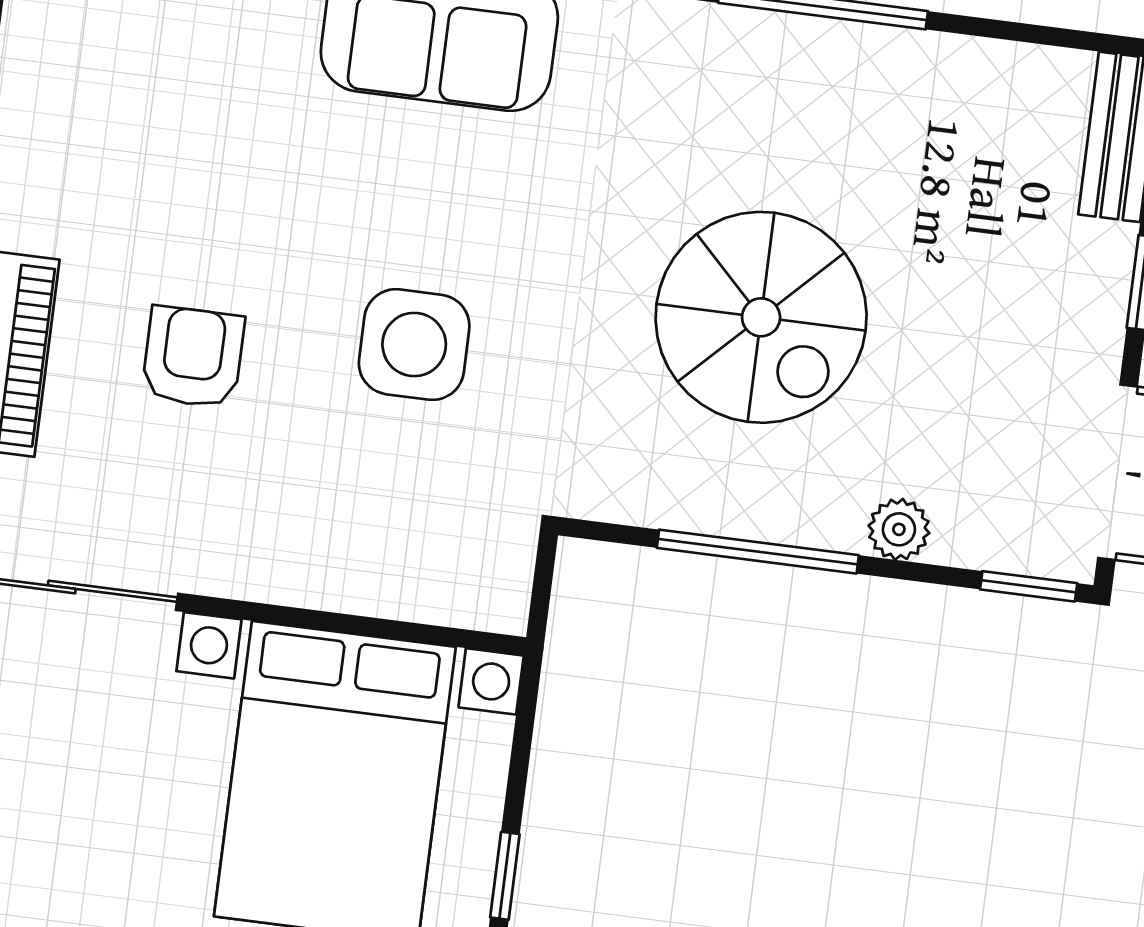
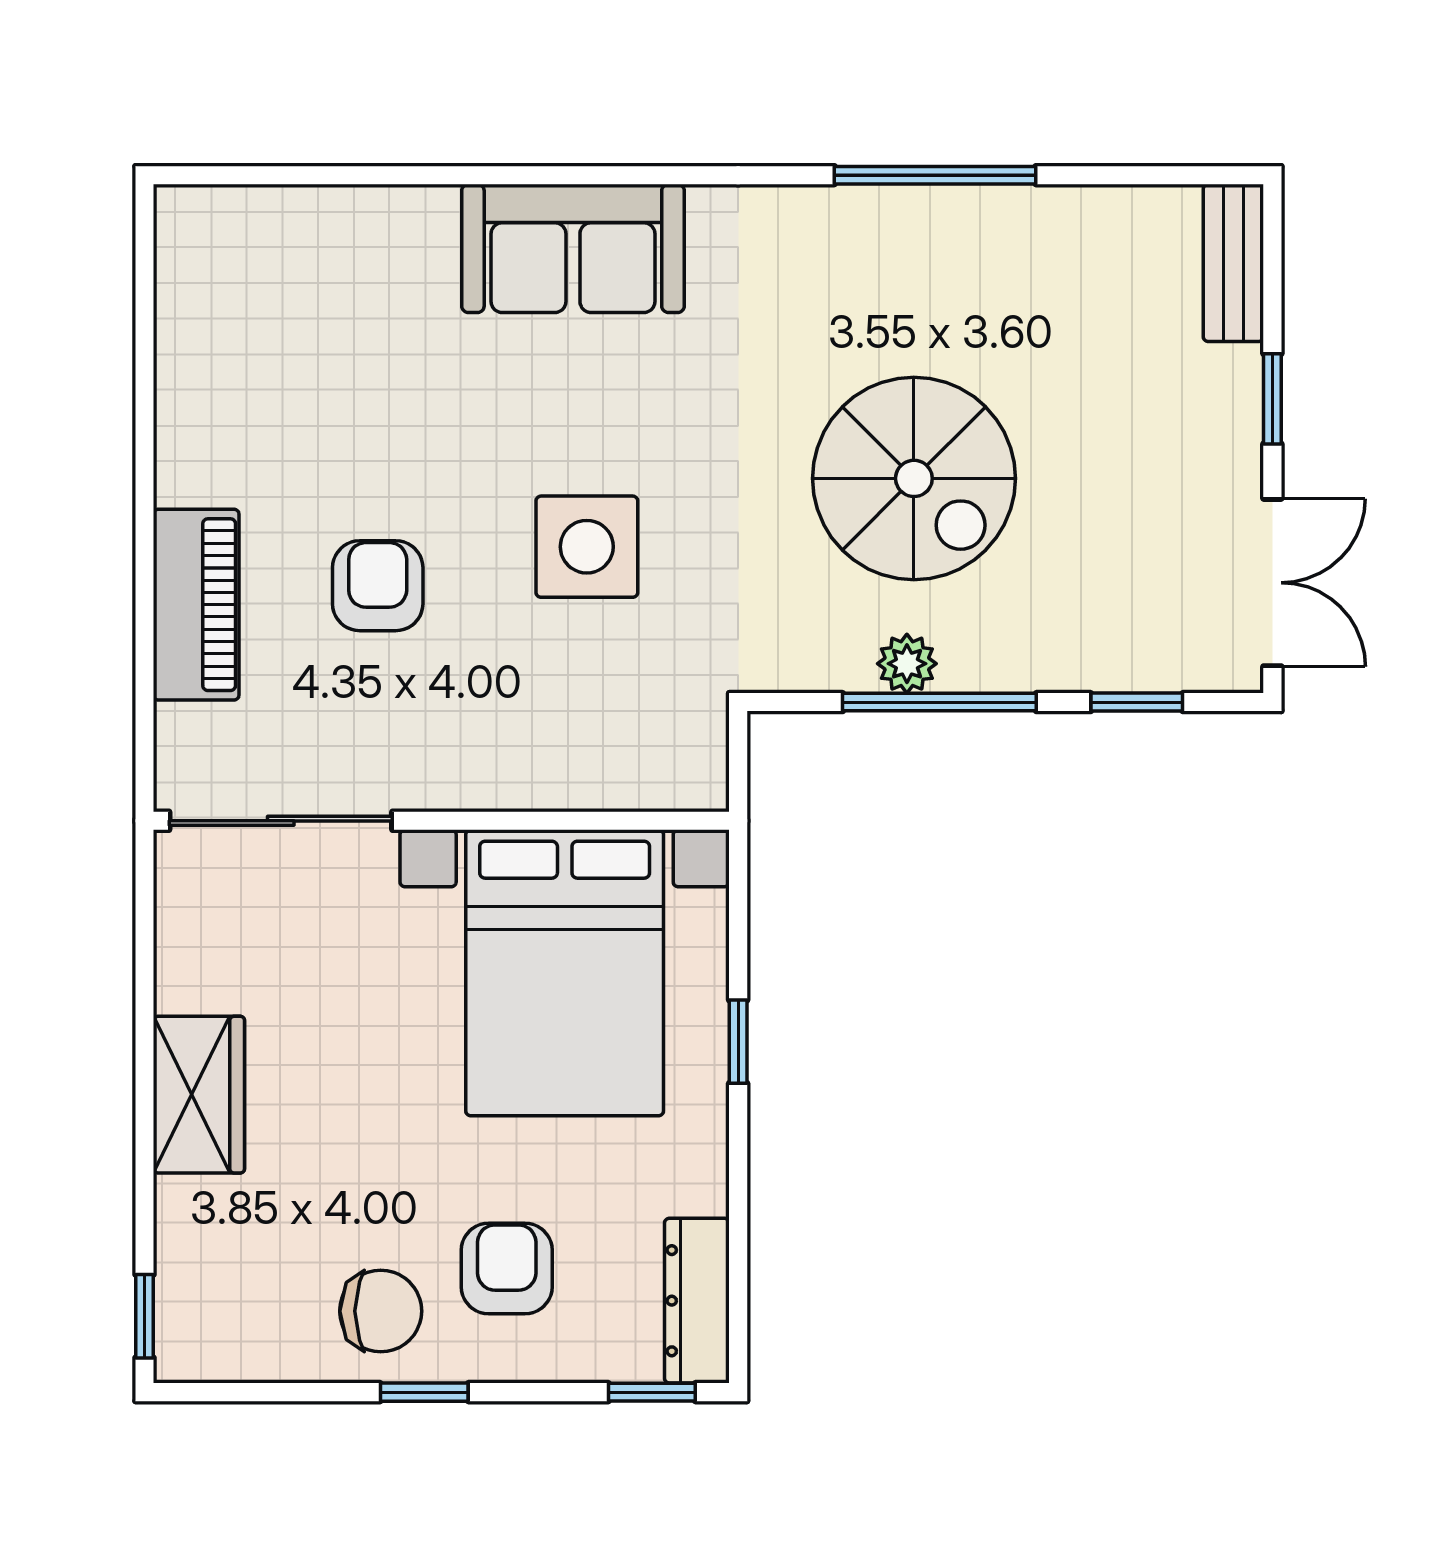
plant: (899, 529) -> (907, 664), moved
window: (1029, 586) -> (1137, 702), moved

